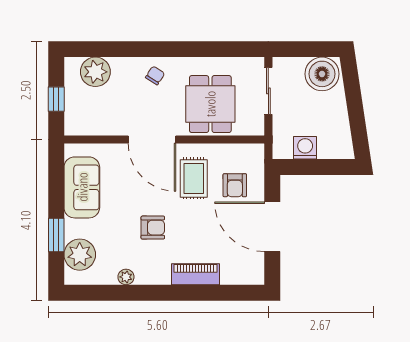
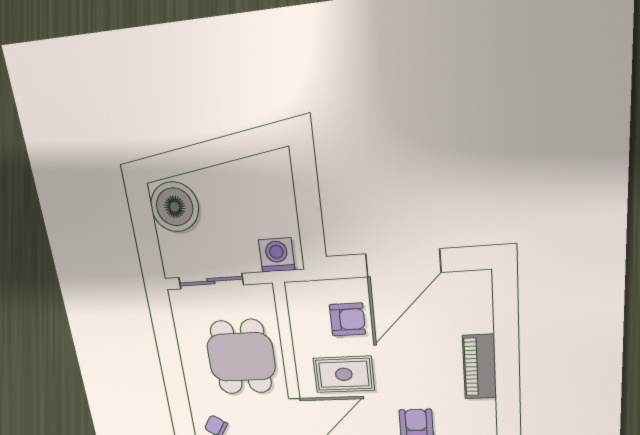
dining table: (210, 104) -> (241, 357), turned 90
washing machine: (305, 148) -> (277, 255), moved, turned 90

